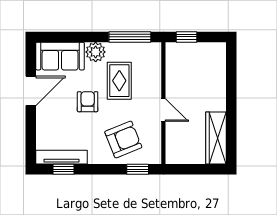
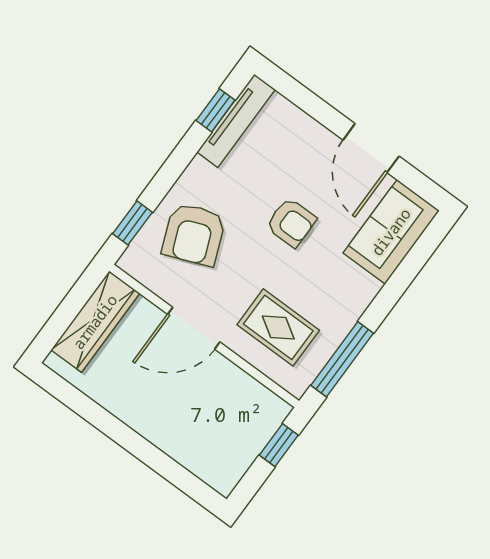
plant: (96, 52) -> (358, 290), removed
rug: (119, 81) -> (278, 327), moved
door: (163, 110) -> (194, 328), width x1.38
wardrobe: (216, 138) -> (95, 322), moved, turned 90

